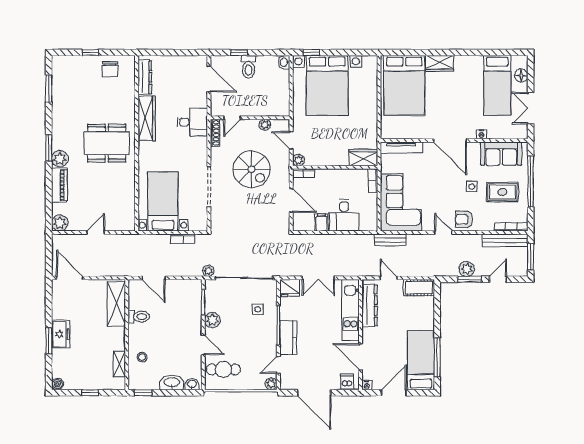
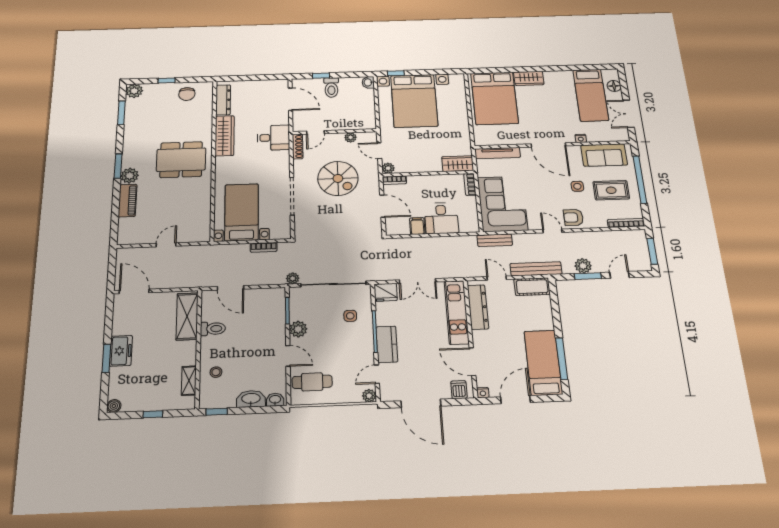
plant: (60, 223) -> (134, 91), moved
bench: (505, 240) -> (536, 269), moved

